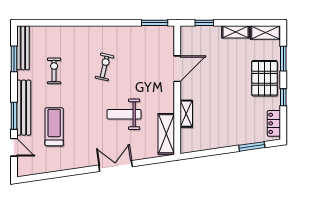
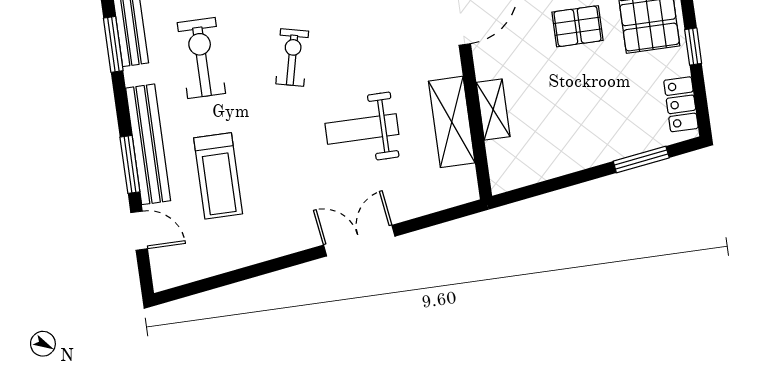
exercise bike: (104, 67) -> (292, 57), moved
exercise bike: (54, 71) -> (201, 58), width x1.38, depth x1.39
pallet: (231, 80) -> (577, 26), added
treadmill: (54, 127) -> (218, 176), turned 180
shelving: (166, 134) -> (452, 122), moved

